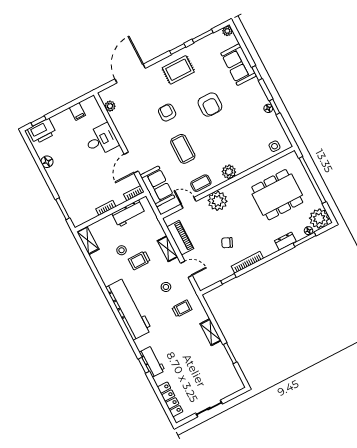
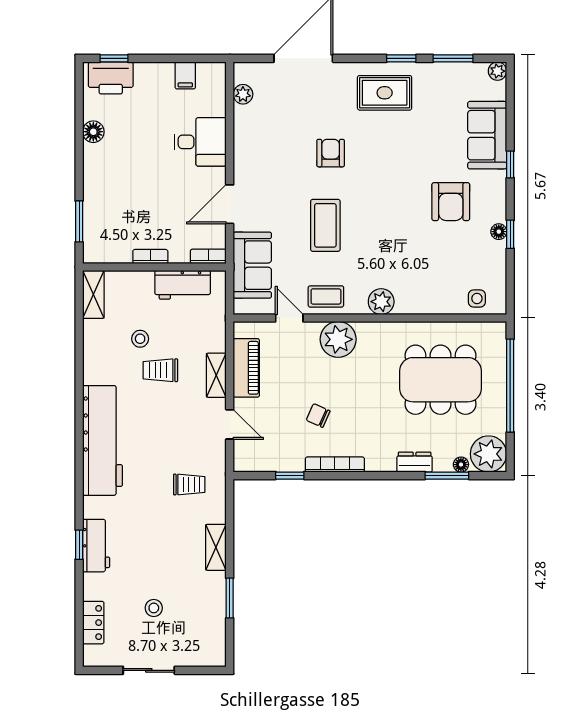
armchair: (210, 105) -> (451, 202), moved
stool: (166, 287) -> (154, 608), moved
locker: (170, 399) -> (93, 623), width x0.66

